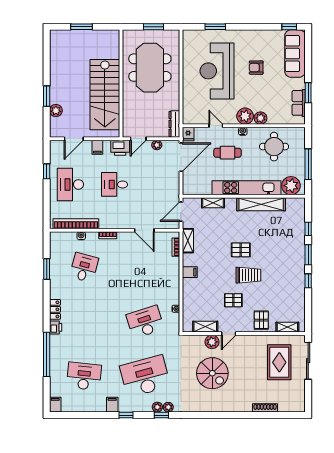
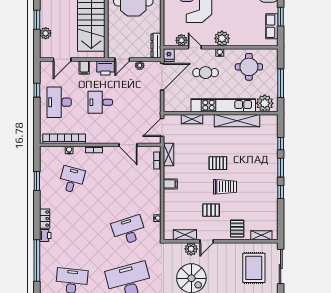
plant: (261, 118) -> (181, 40), moved

